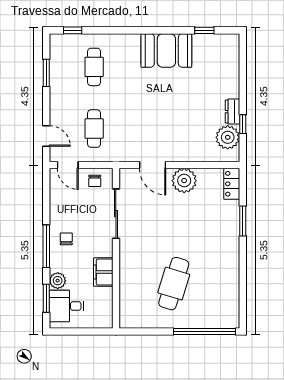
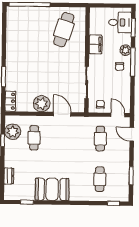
dresser: (232, 112) -> (9, 176), moved
cafe table: (195, 129) -> (34, 138), added
plant: (58, 281) -> (125, 50), moved
cafe table: (174, 284) -> (64, 30), moved

